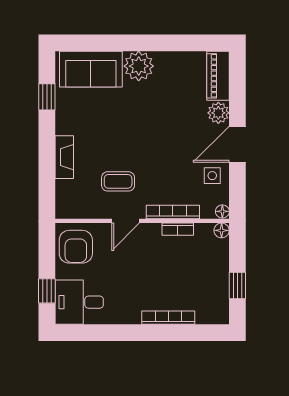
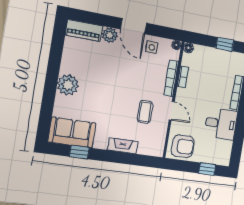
sofa: (91, 69) -> (72, 132), moved, turned -90
desk: (79, 302) -> (221, 124), moved, turned -90

